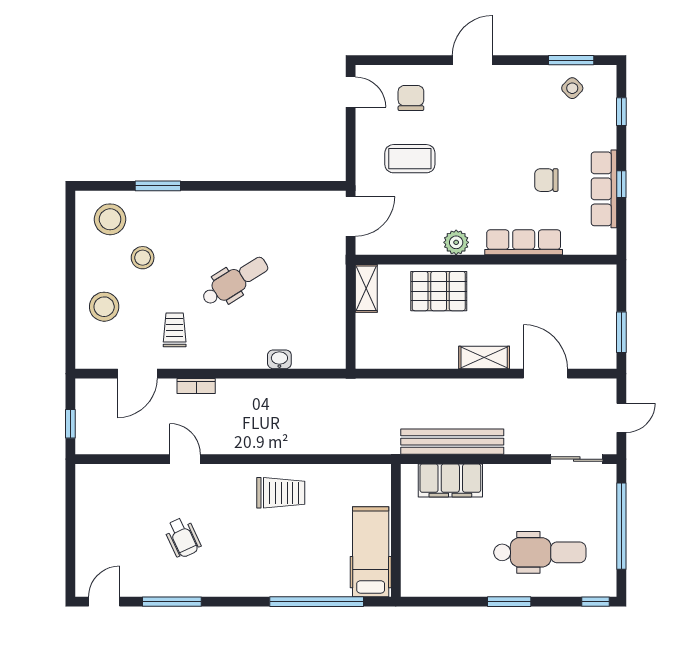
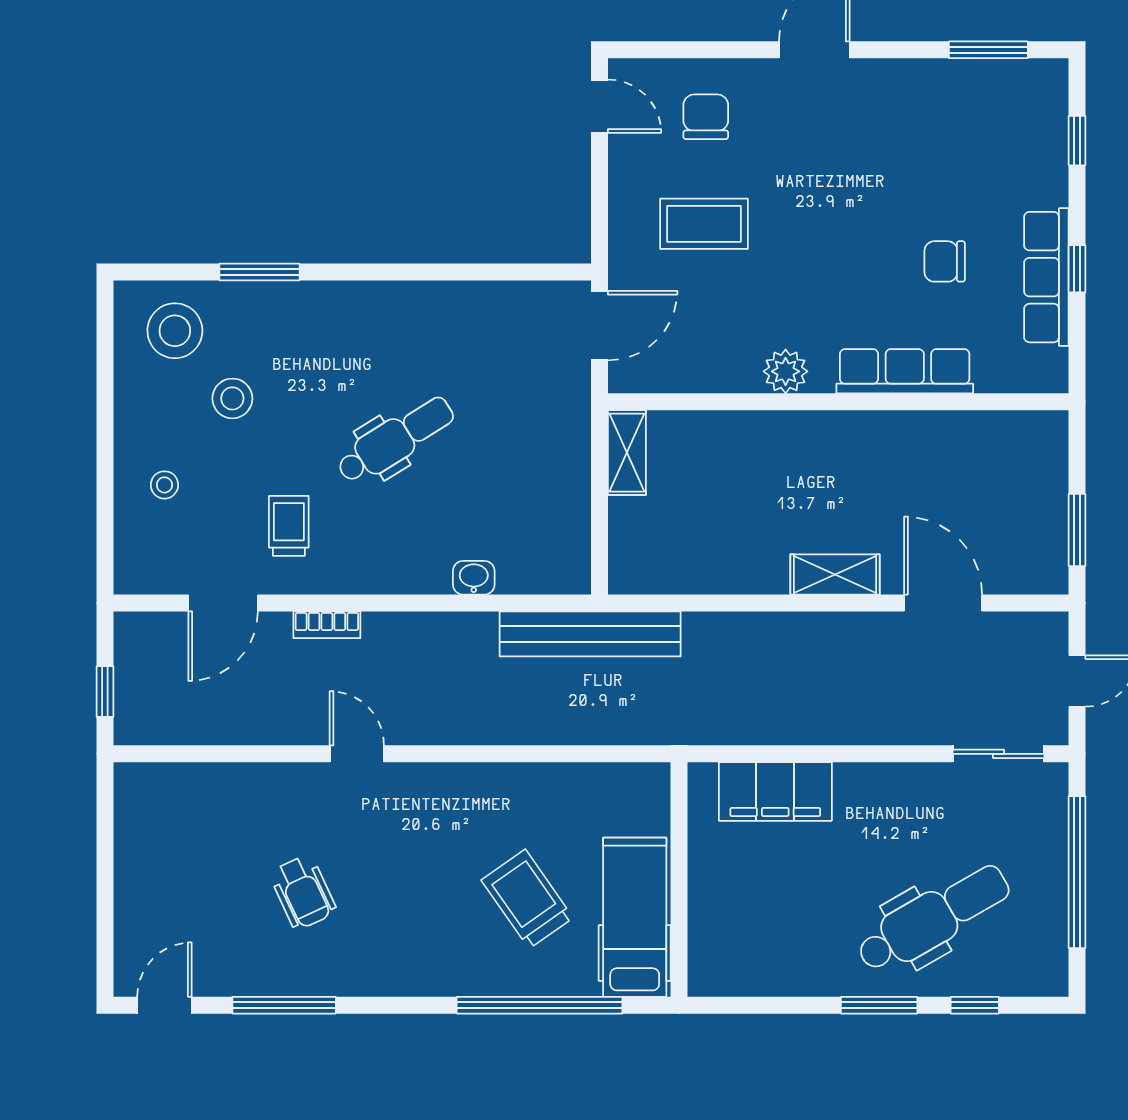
side table: (572, 88) -> (990, 99), removed
pallet: (439, 291) -> (755, 457), removed
stool: (104, 307) -> (164, 485), width x0.53, depth x0.53
bench: (452, 442) -> (590, 634), moved
door: (185, 459) -> (357, 754), moved
trolley: (281, 493) -> (527, 899), moved, turned -125
dental chair: (540, 552) -> (933, 918), turned -30
window: (595, 602) -> (975, 1005), moved

